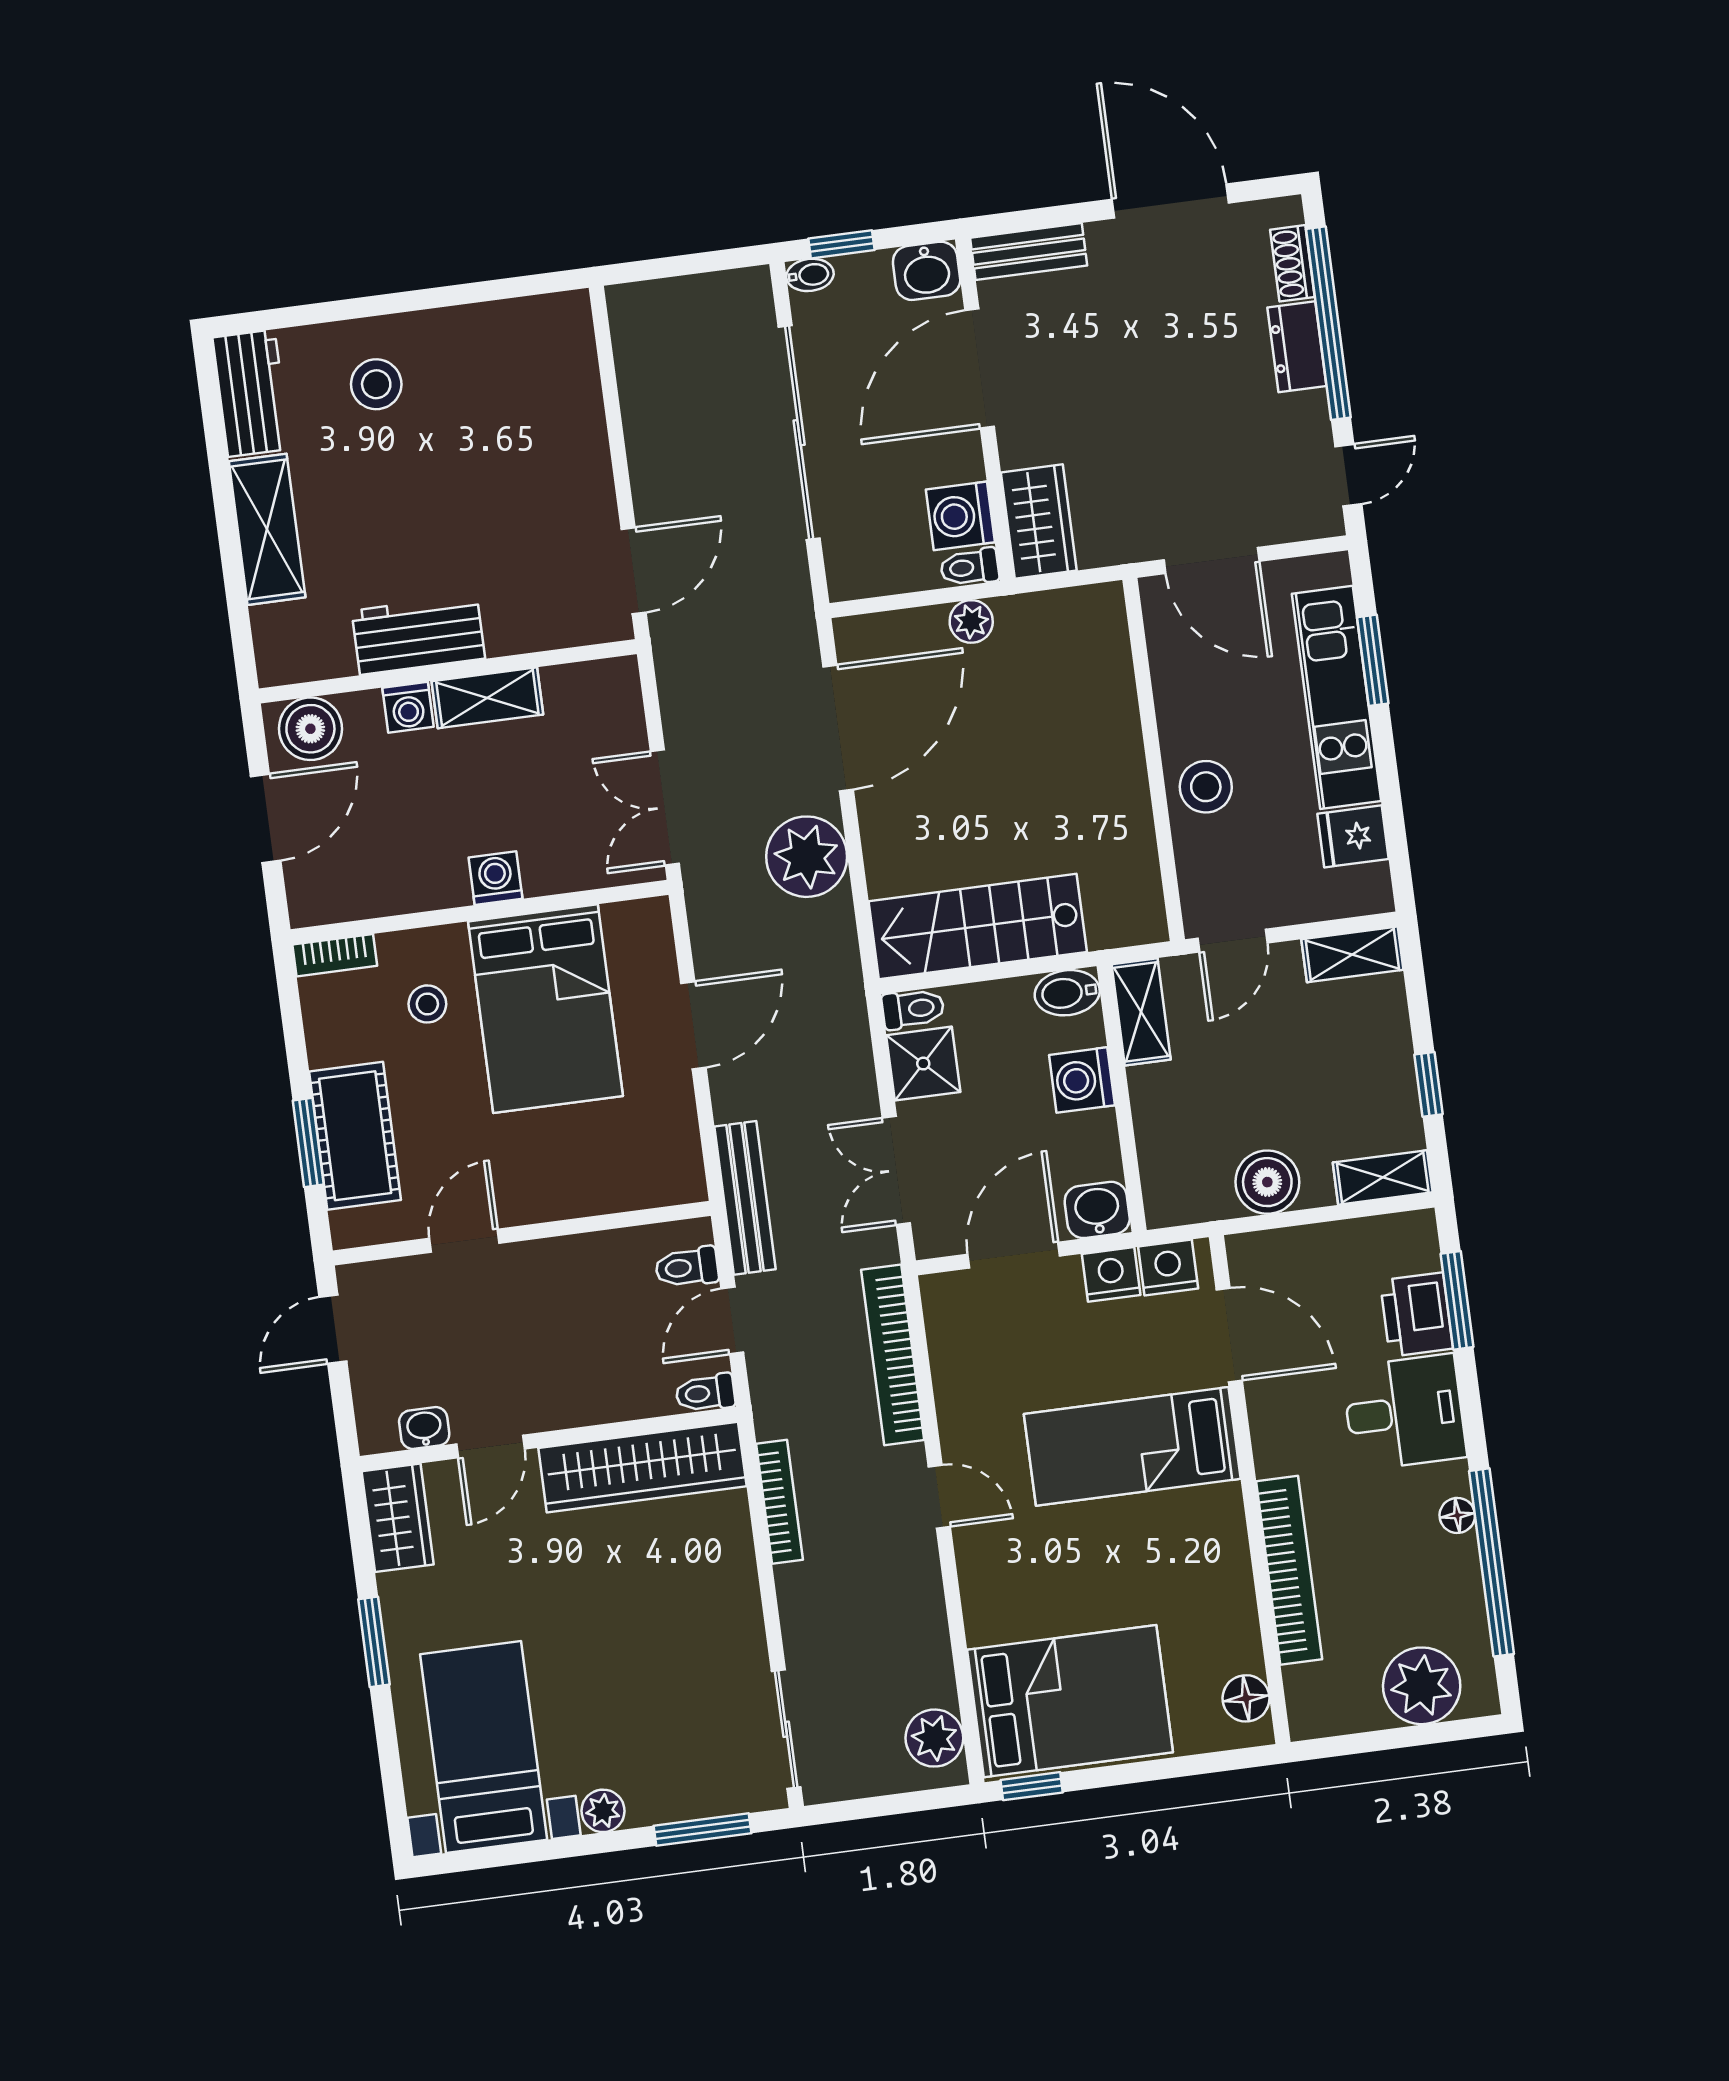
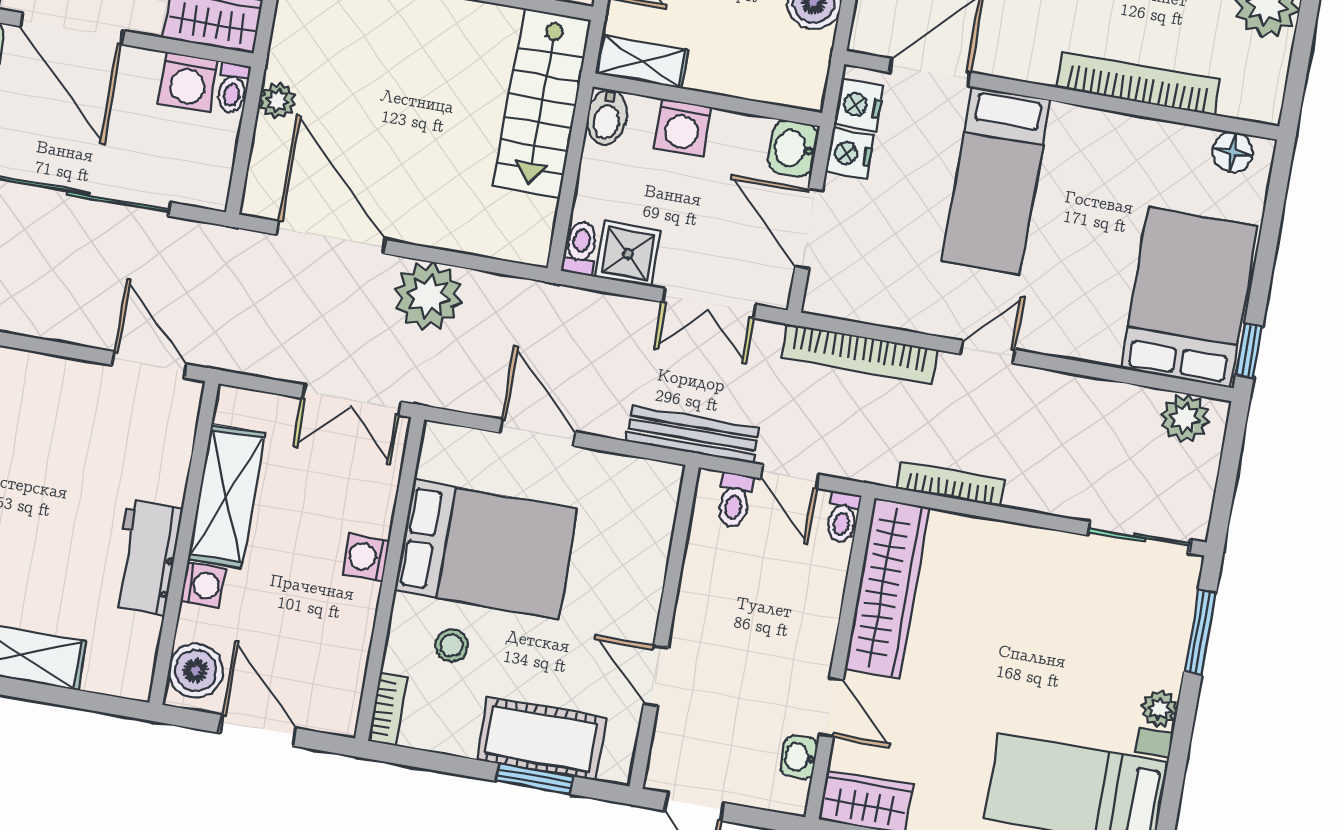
shelving: (487, 698) -> (226, 496), width x1.50, depth x1.33
stairs: (978, 927) -> (542, 103), moved

